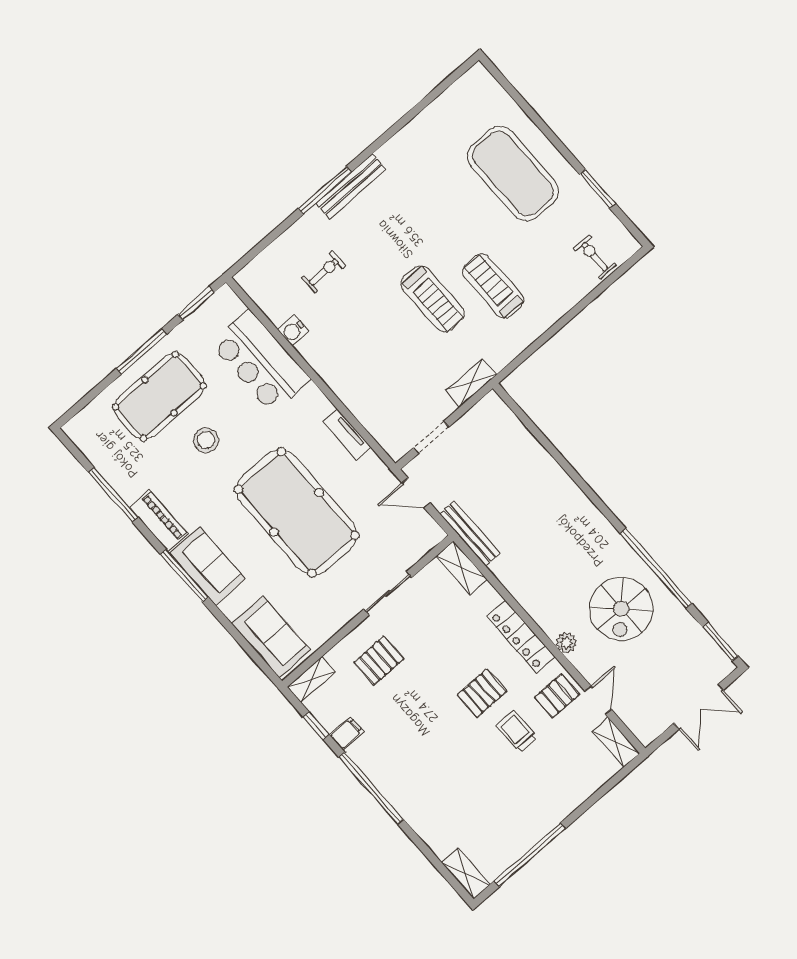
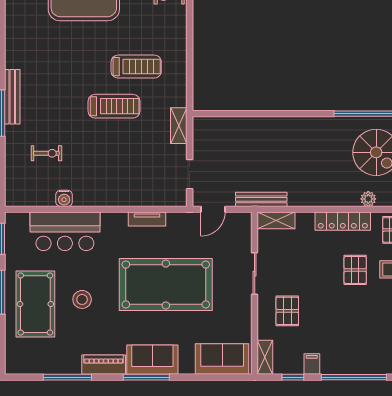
exercise bike: (324, 272) -> (46, 153), turned 90
treadmill: (493, 286) -> (136, 67), turned 180

